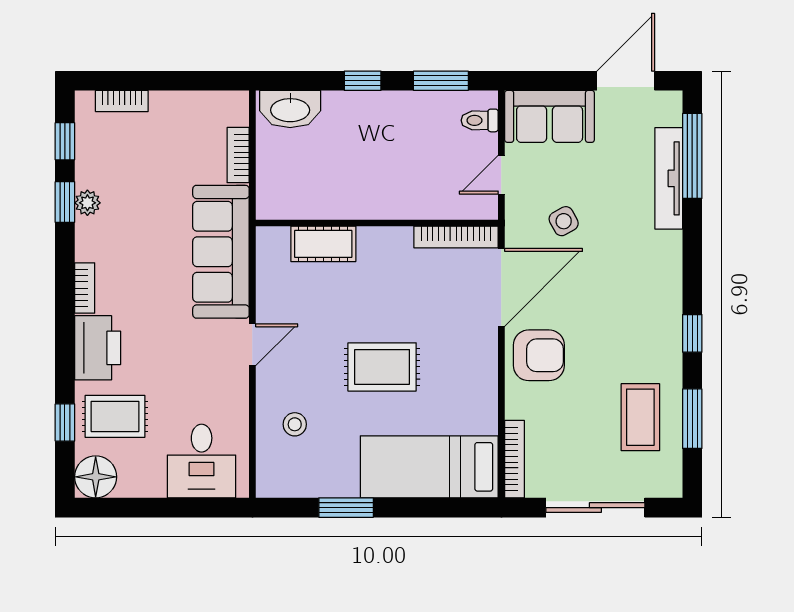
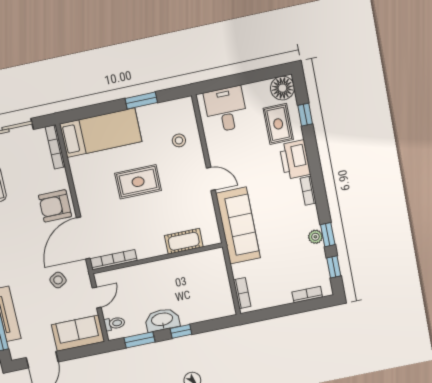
washbasin: (290, 109) -> (162, 320), moved
bookcase: (238, 155) -> (242, 293), moved
door: (252, 345) -> (211, 179), swing flipped
rug: (115, 416) -> (278, 124), turned 90

